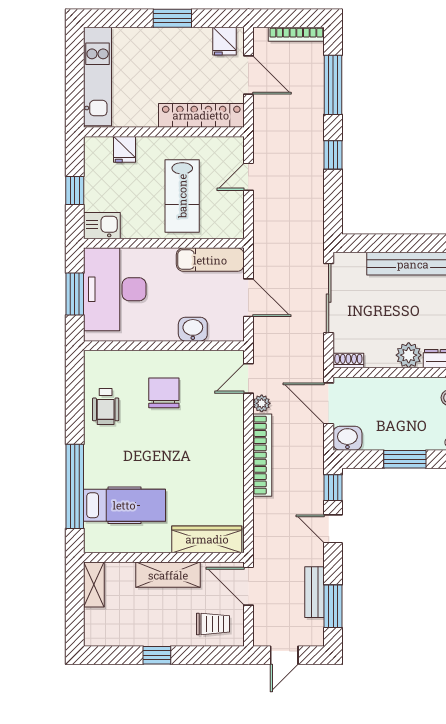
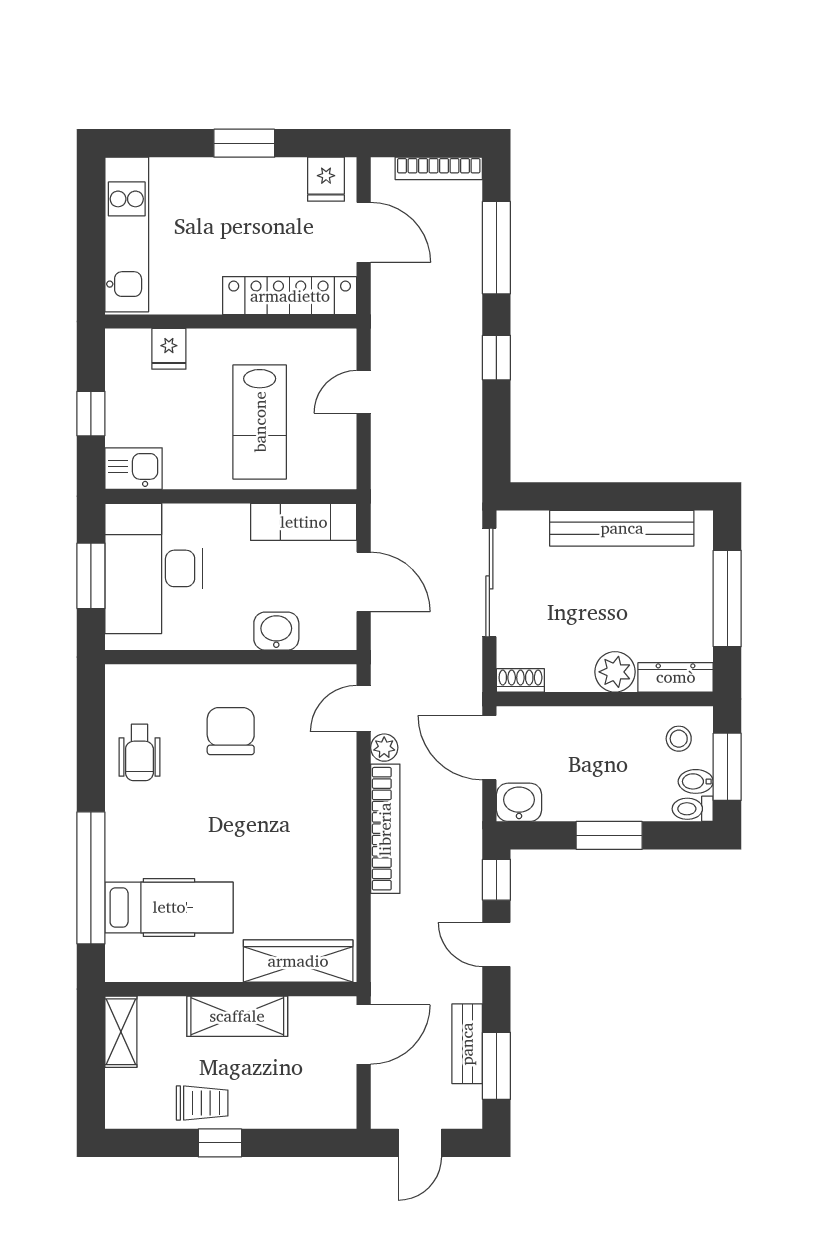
door: (248, 586) -> (364, 1034), swing flipped
trolley: (213, 624) -> (202, 1103), moved

